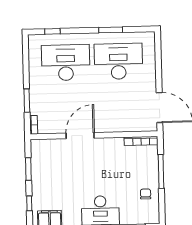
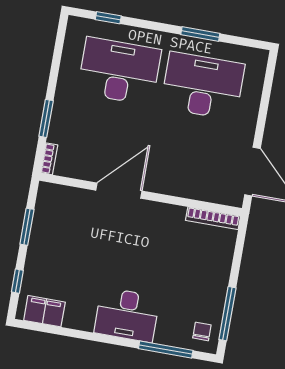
window: (161, 171) -> (227, 314), moved
chair: (146, 194) -> (202, 331), moved

